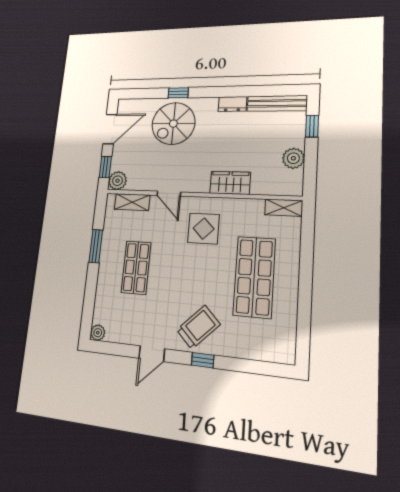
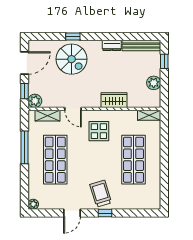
spiral stairs: (173, 124) -> (72, 59), turned -90
window: (96, 246) -> (25, 147), width x1.44
shop shelf: (136, 268) -> (55, 160), width x1.43, depth x1.36
trolley: (198, 327) -> (101, 194), turned -62

